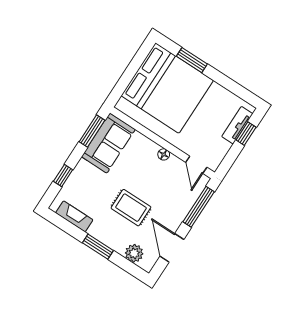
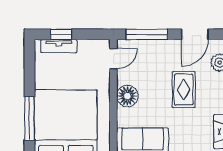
window: (192, 60) -> (29, 118), width x1.44
floor lamp: (164, 154) -> (127, 96), width x1.89, depth x1.89

